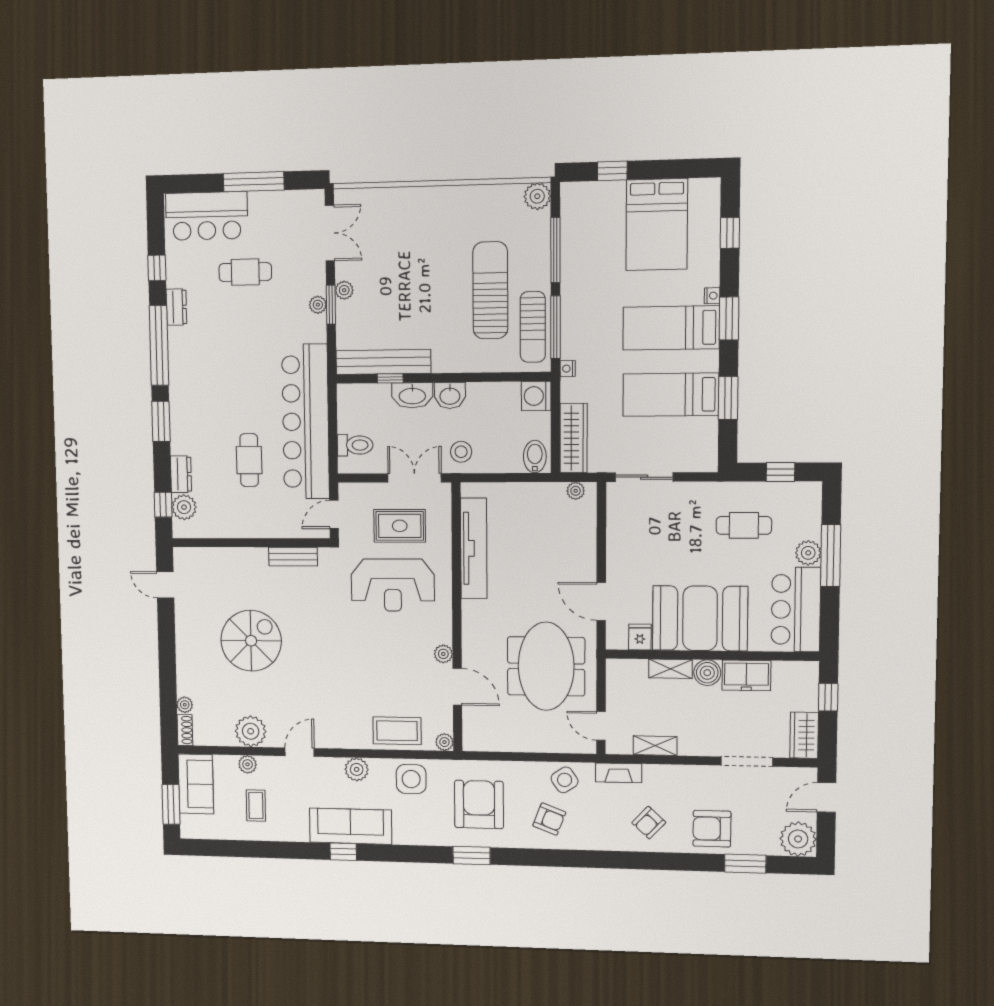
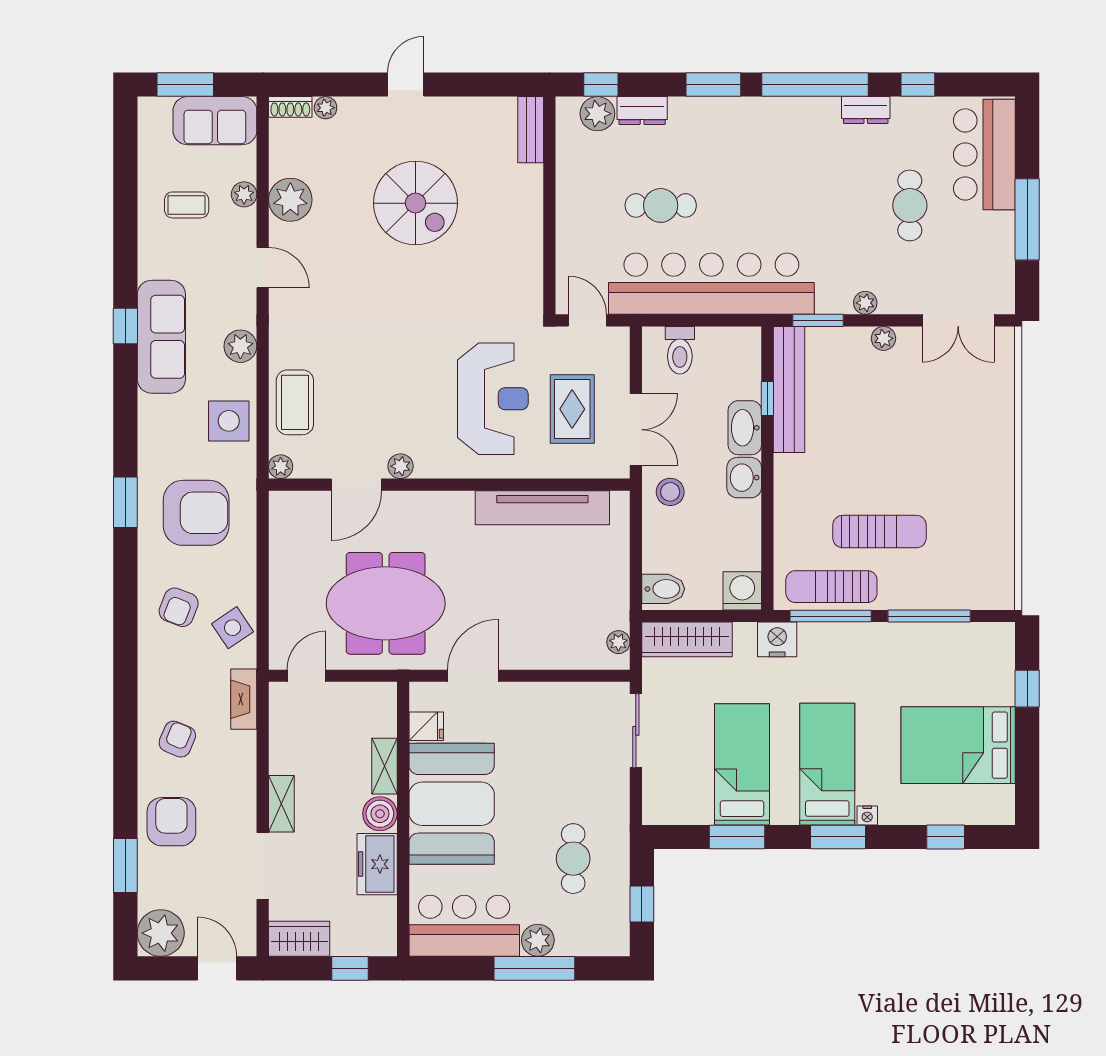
plant: (537, 196) -> (998, 593), removed
sun lounger: (490, 290) -> (880, 532), width x0.73, depth x0.75
window: (331, 305) -> (818, 320), moved
nightstand: (568, 369) -> (777, 639), width x1.89, depth x1.79
bench: (293, 557) -> (531, 130), moved
door: (165, 585) -> (406, 85), moved
reception desk: (393, 585) -> (493, 399), turned 180
shelving: (655, 746) -> (281, 804), moved
armchair: (649, 823) -> (177, 739), turned 70

